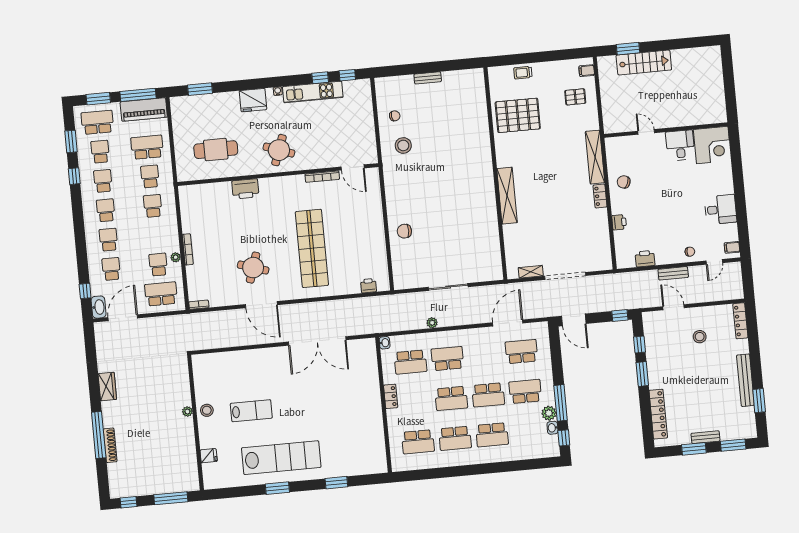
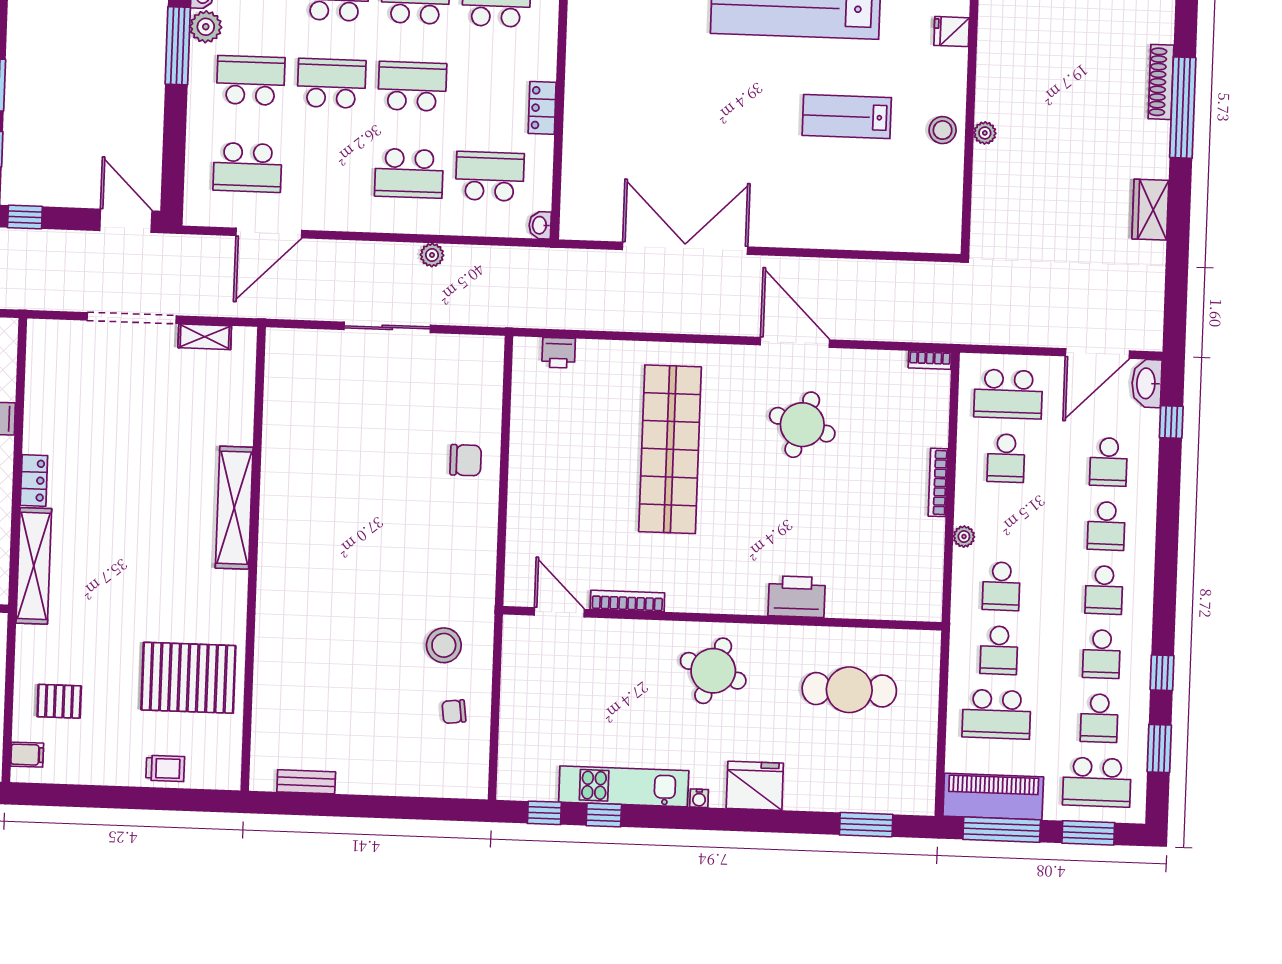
bench: (428, 78) -> (306, 782), moved
plant: (176, 257) -> (964, 537), moved
school desk: (525, 391) -> (251, 80), turned 180

